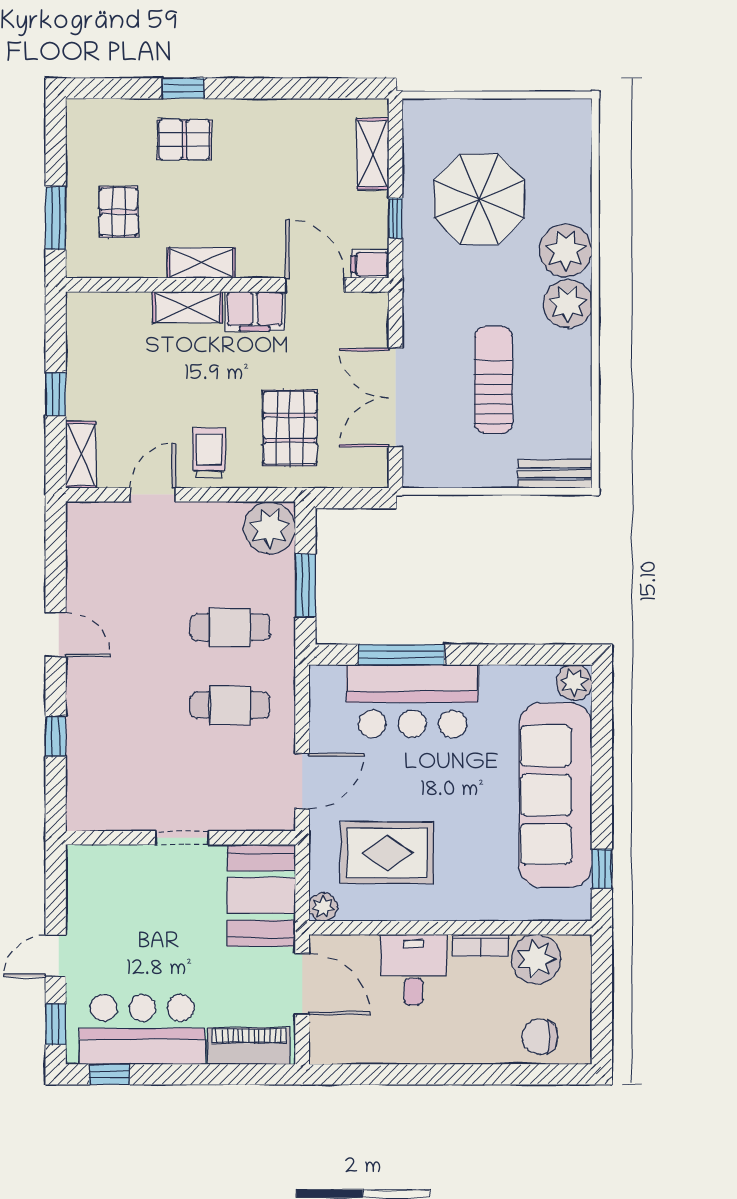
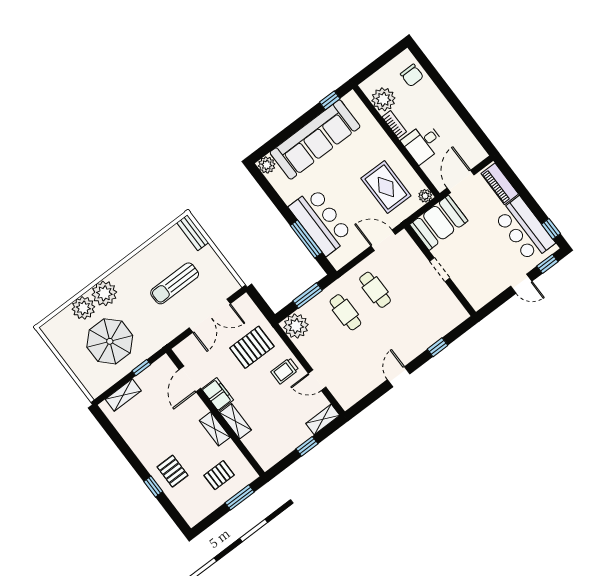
filing cabinet: (370, 264) -> (166, 364), removed
plant: (568, 304) -> (83, 308), moved

